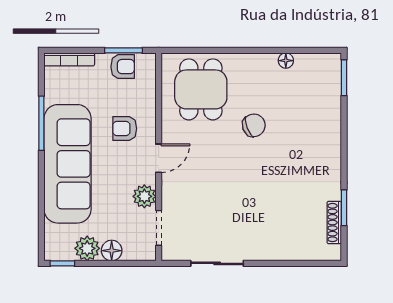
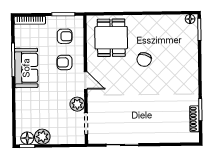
floor lamp: (286, 61) -> (190, 19), moved
armchair: (123, 67) -> (65, 36), moved
chair: (254, 125) -> (144, 59), turned 127
door: (159, 158) -> (86, 81), hinge flipped
sofa: (68, 164) -> (26, 68), width x0.54, depth x0.79
floor lamp: (112, 251) -> (27, 138), moved

